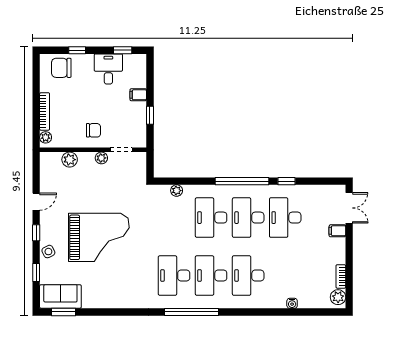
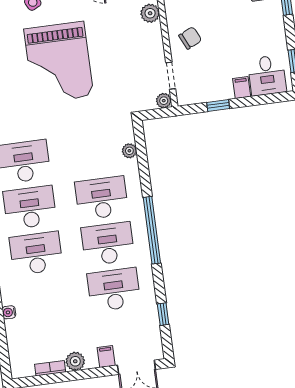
desk: (108, 69) -> (267, 75), moved, turned 90
chair: (93, 130) -> (190, 38), turned -115
plant: (101, 158) -> (164, 101), moved
window: (287, 181) -> (163, 314), moved
plant: (338, 297) -> (75, 361), moved

